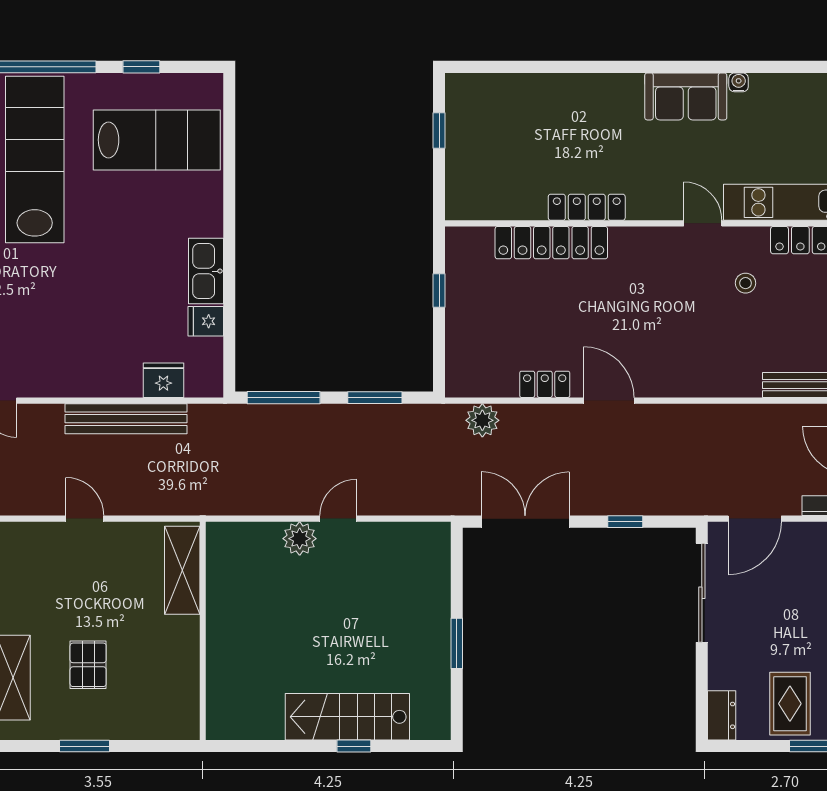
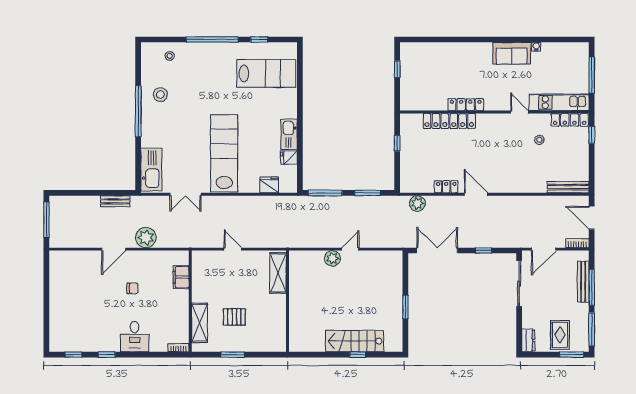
lab bench: (35, 160) -> (224, 153), moved
bench: (126, 419) -> (252, 203), removed
pallet: (88, 665) -> (234, 317), turned 90

